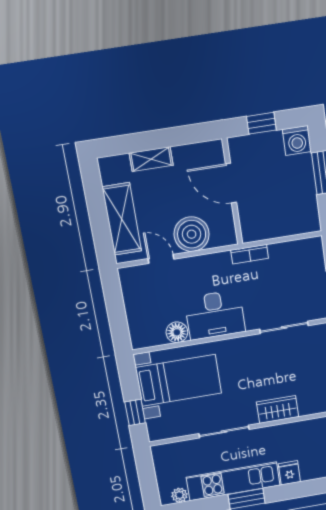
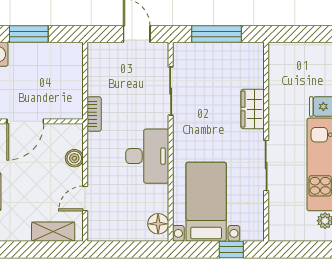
shelving: (122, 219) -> (53, 232), width x0.67, depth x0.75
boiler: (192, 234) -> (74, 158), width x0.54, depth x0.54
floor lamp: (177, 332) -> (158, 224), moved

